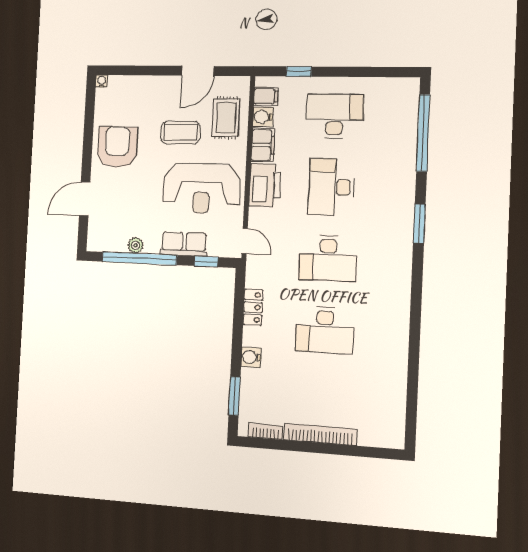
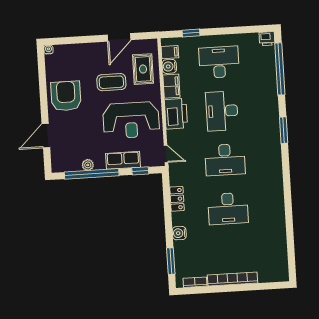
printer: (409, 87) -> (267, 39), added

